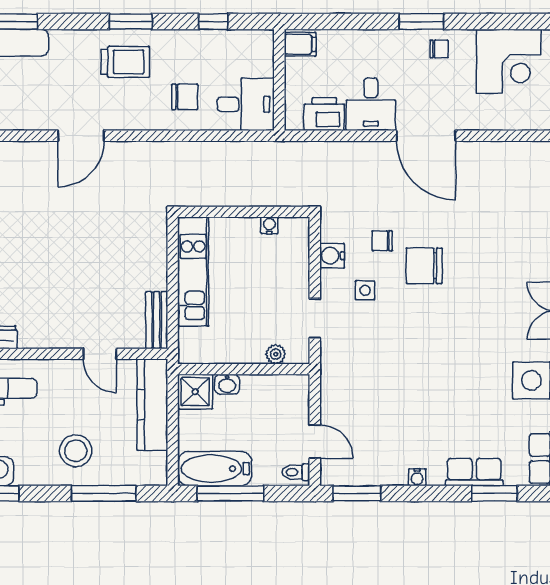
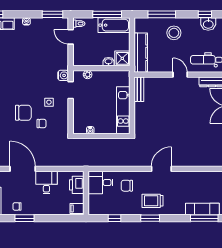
printer: (324, 114) -> (77, 185), moved, turned 90
door: (81, 136) -> (161, 169), moved
water cooler: (332, 256) -> (63, 75), moved
door: (100, 354) -> (180, 75), moved

